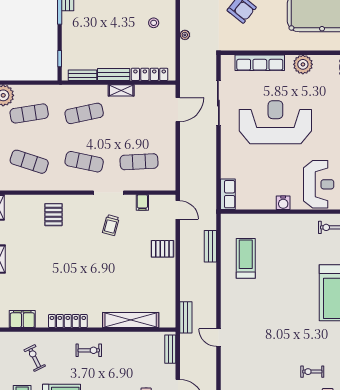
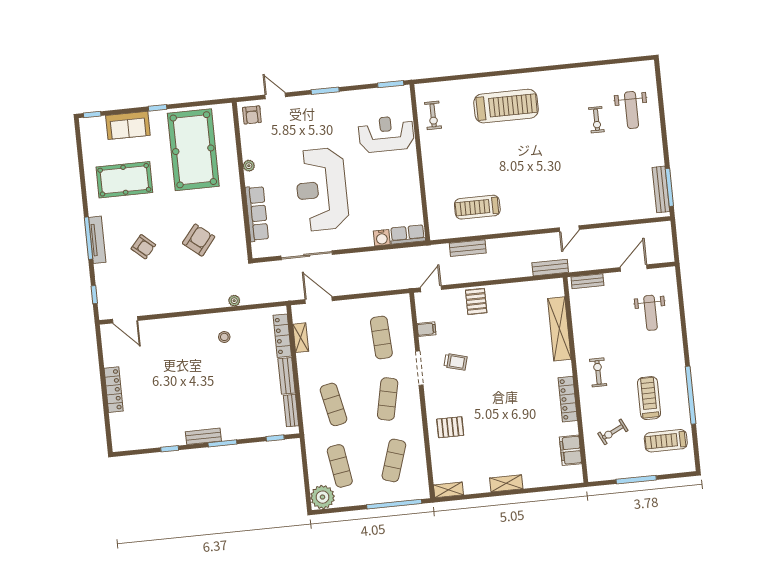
plant: (303, 64) -> (249, 166), width x0.53, depth x0.53
shelving: (121, 90) -> (301, 338), moved
water cooler: (283, 203) -> (382, 238), moved, turned 90

